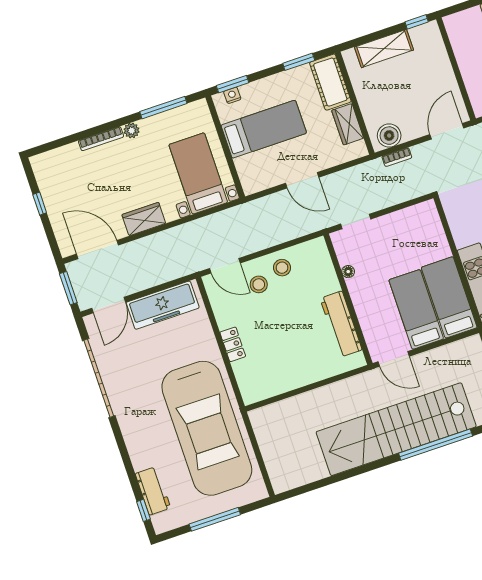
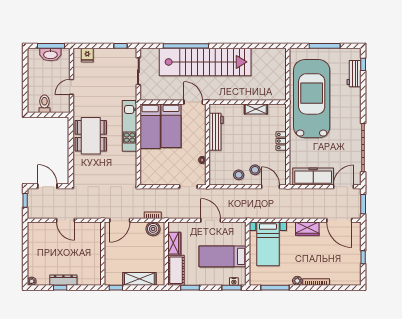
shelving: (290, 382) -> (256, 109), added

